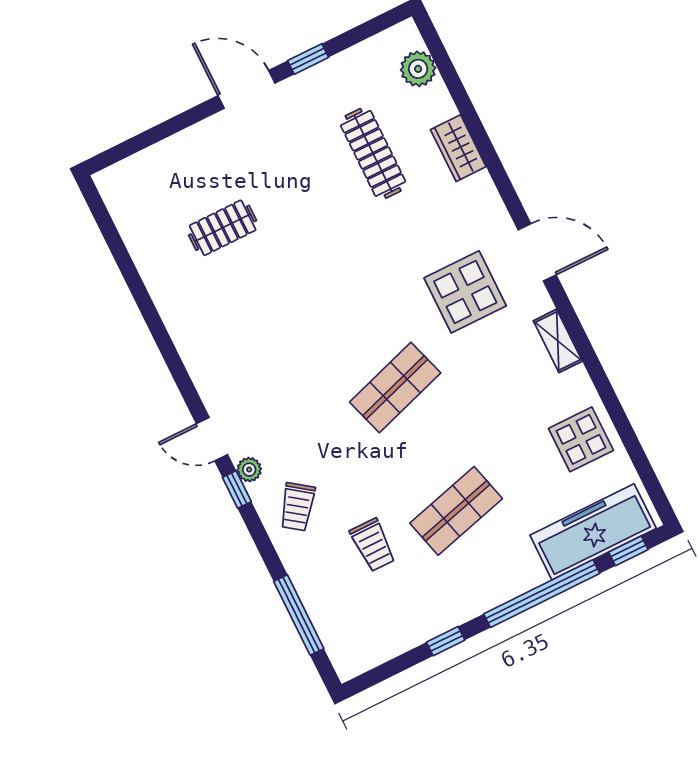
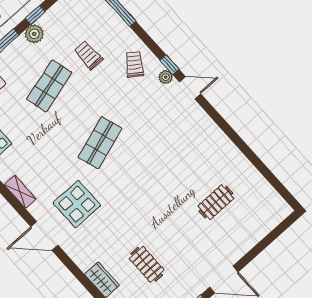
clothes rail: (373, 153) -> (147, 264), width x0.73
plant: (457, 609) -> (34, 34), added

